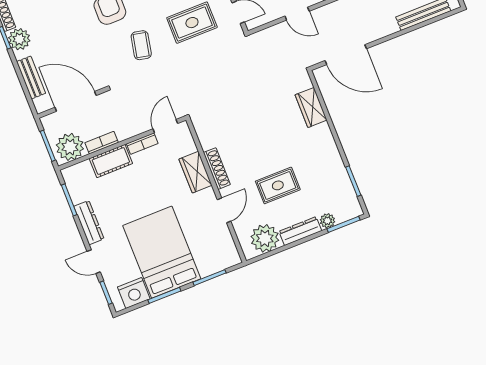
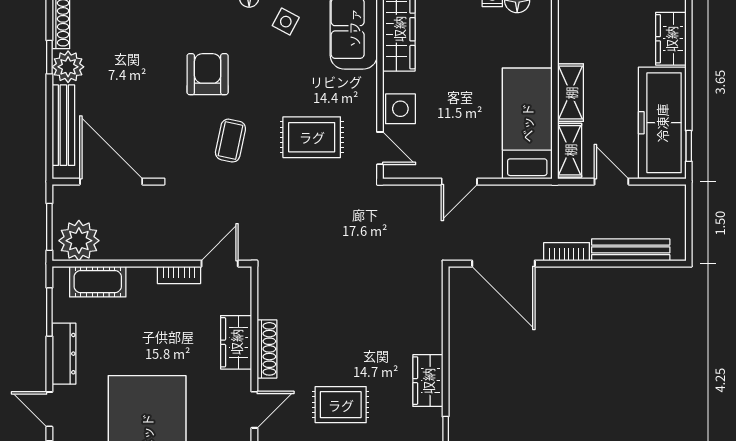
door: (297, 14) -> (459, 182), hinge flipped
bench: (31, 77) -> (63, 125), width x1.36
wardrobe: (311, 107) -> (428, 381), moved
bookcase: (102, 143) -> (567, 252), moved
cot: (111, 161) -> (98, 282), moved

